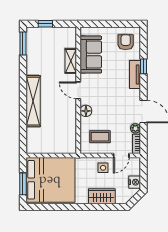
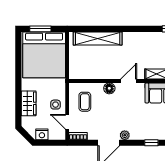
tv unit: (135, 74) -> (144, 135), removed
shelving: (33, 101) -> (98, 38), moved
plant: (135, 128) -> (125, 135), moved

